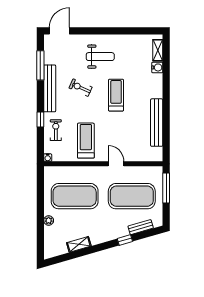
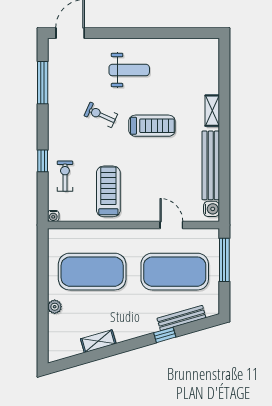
shelving: (158, 50) -> (212, 111), moved
water cooler: (157, 67) -> (211, 209), moved
bench: (50, 88) -> (56, 116), removed
treadmill: (116, 95) -> (152, 126), turned 90
door: (116, 164) -> (171, 225), moved
bench: (141, 227) -> (181, 318), width x1.36

